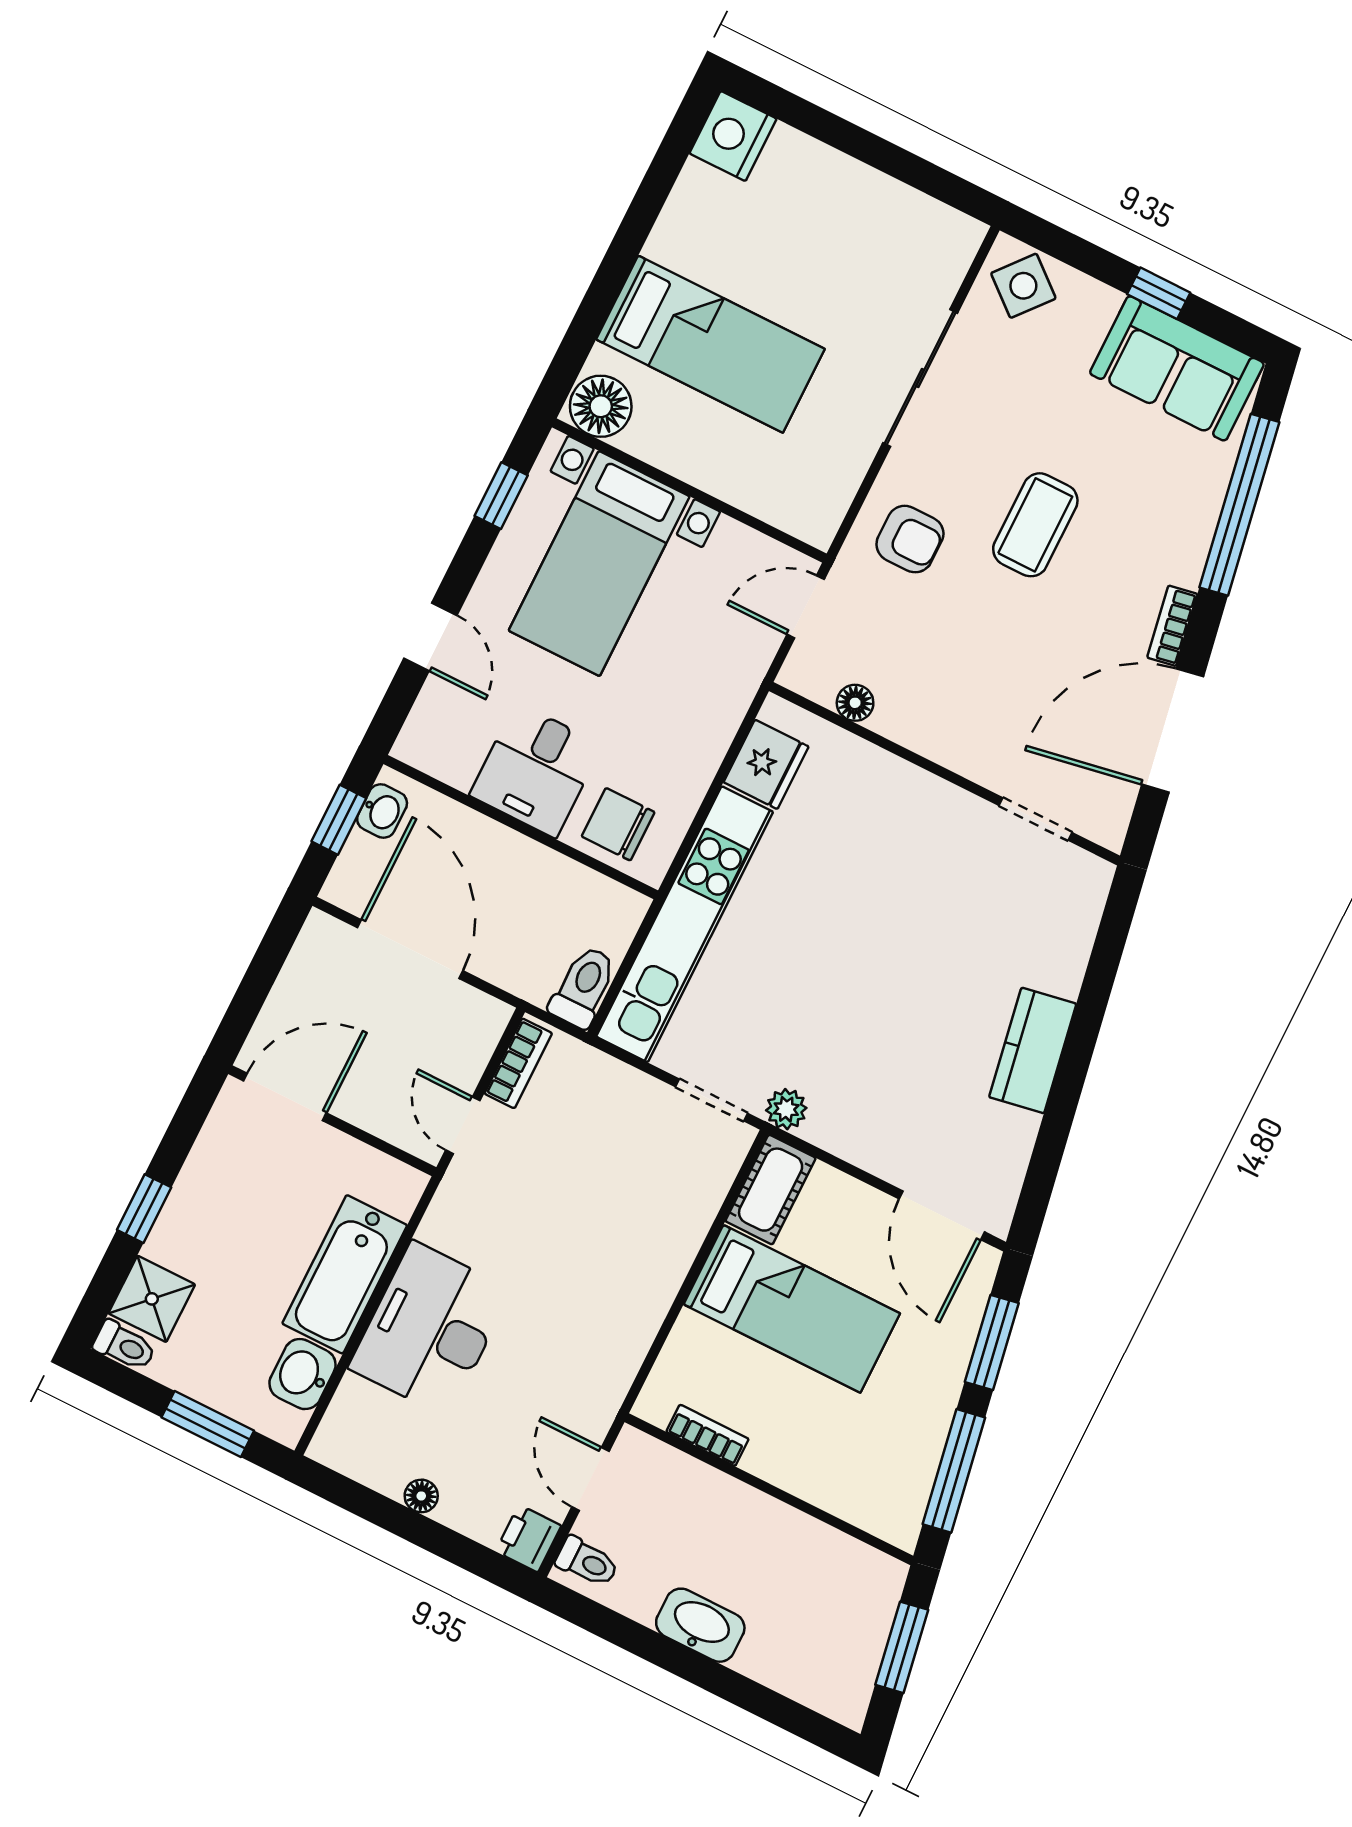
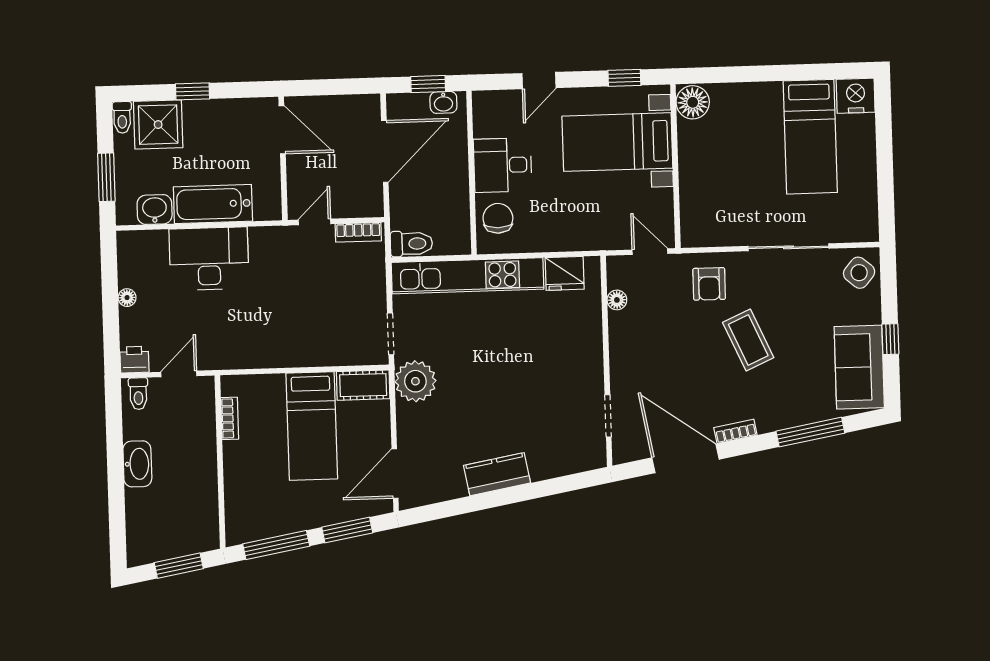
bed: (710, 344) -> (810, 137), moved
window: (1239, 505) -> (810, 432), width x0.68
coffee table: (1035, 525) -> (748, 340), turned 66
plant: (786, 1109) -> (415, 381), width x1.87, depth x1.87
shower: (152, 1299) -> (158, 125), width x1.36, depth x1.36

